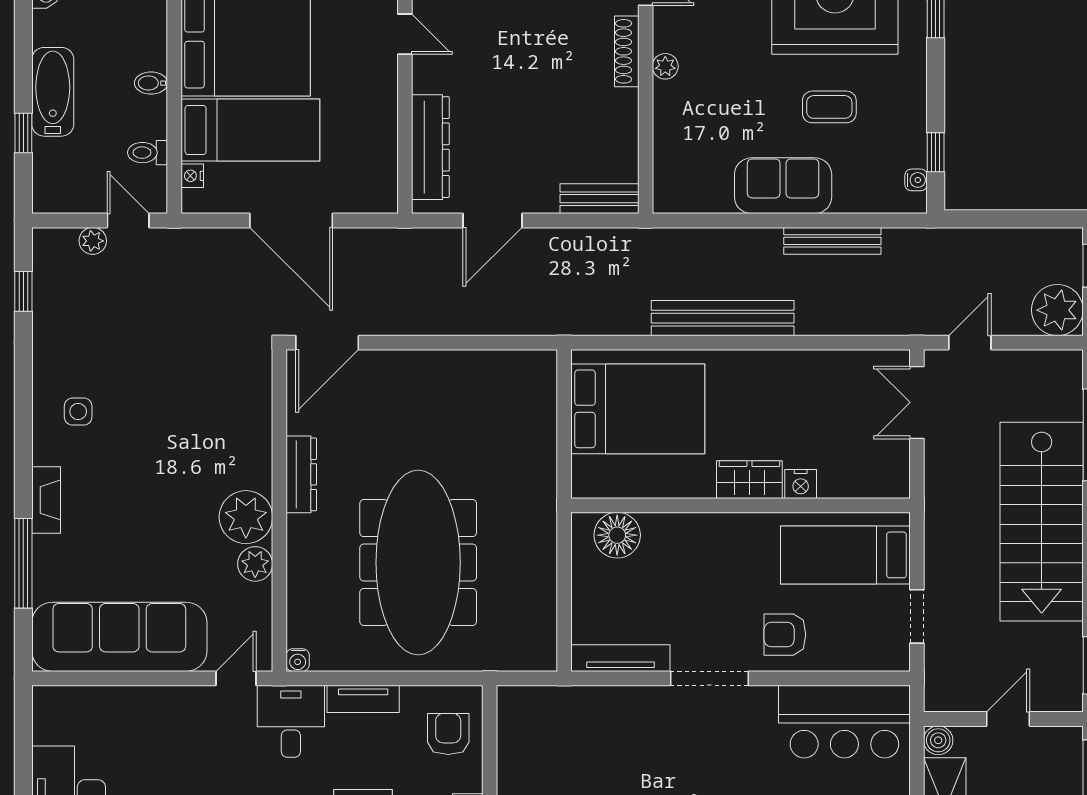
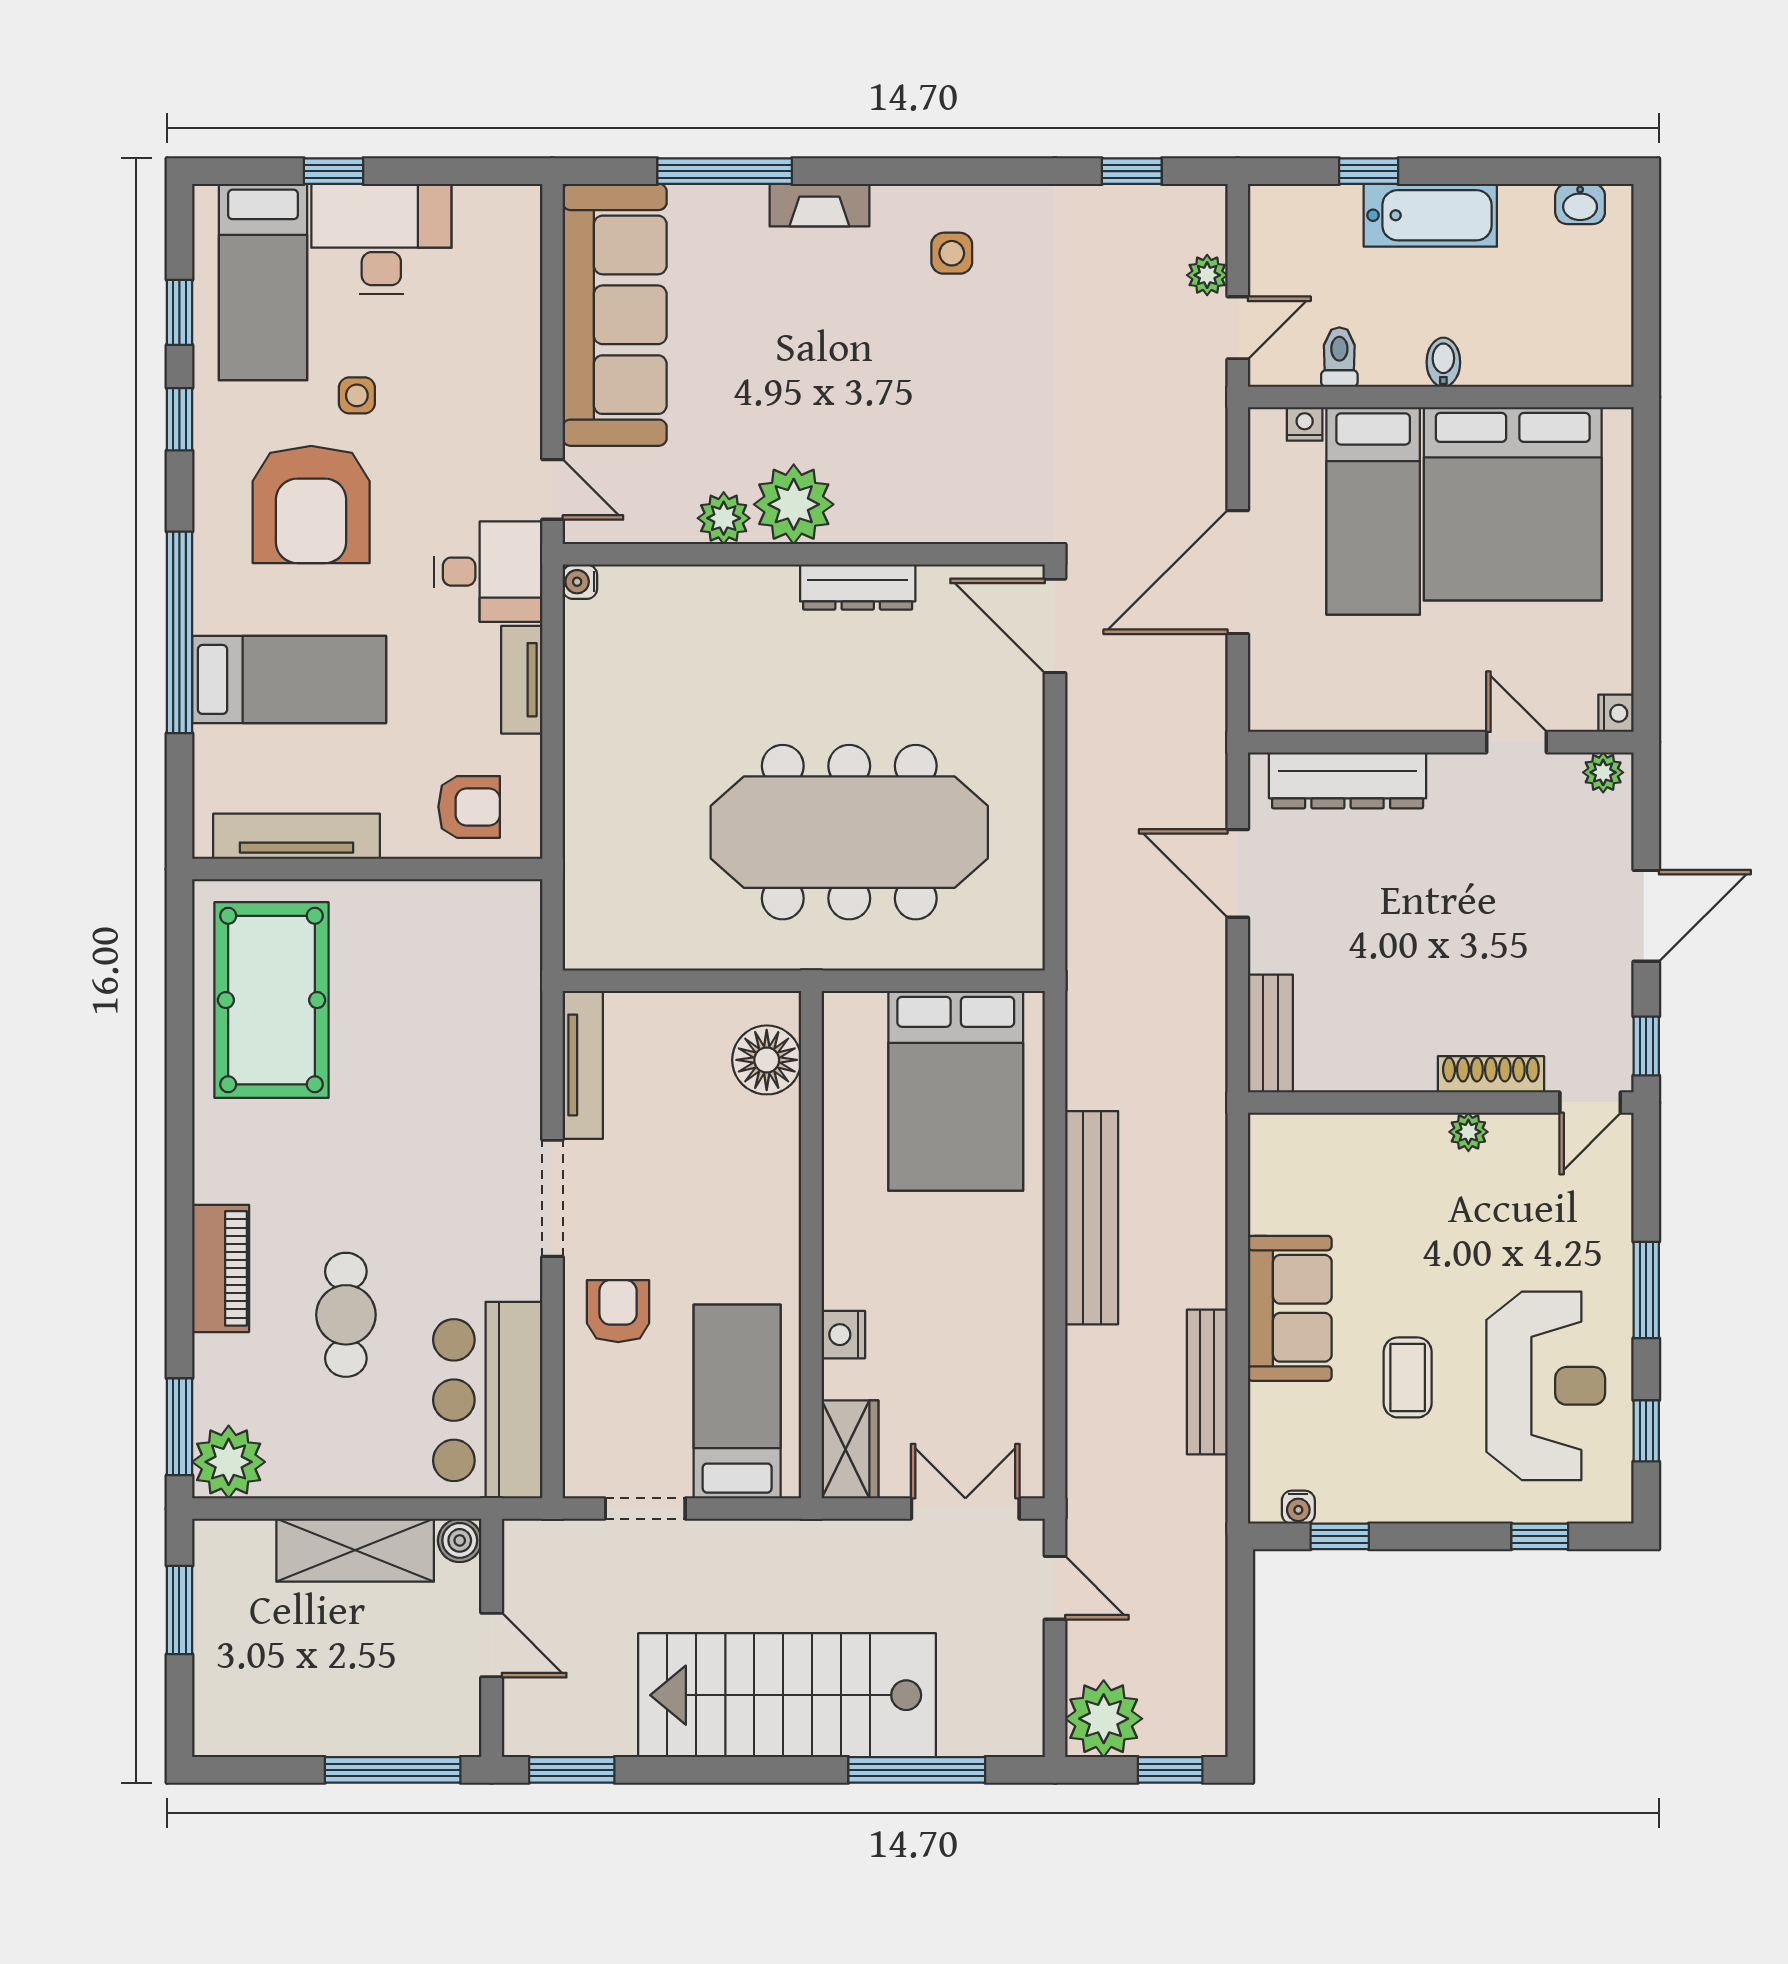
door: (405, 34) -> (1516, 742), swing flipped
wardrobe: (749, 480) -> (850, 1449), moved
meeting table: (418, 563) -> (849, 832), moved

